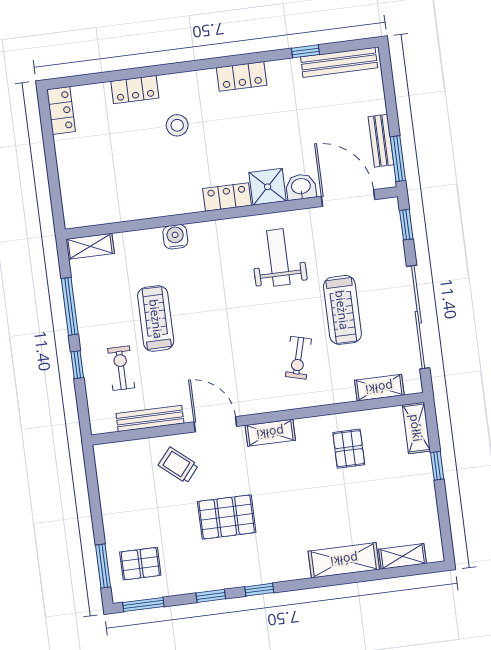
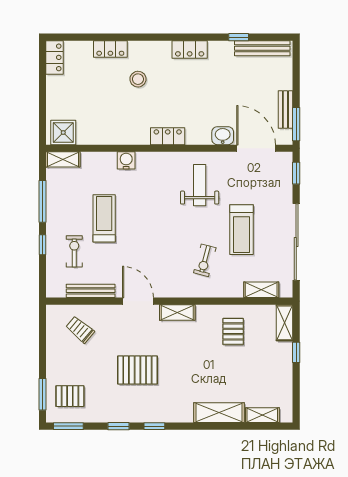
shower: (268, 187) -> (63, 133), moved
trolley: (178, 465) -> (80, 330), moved

